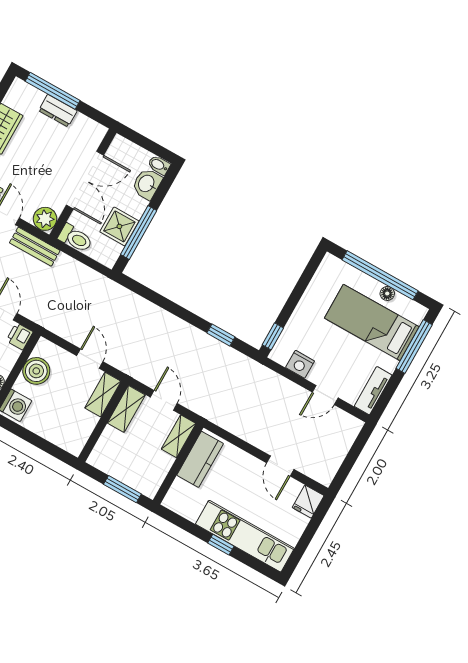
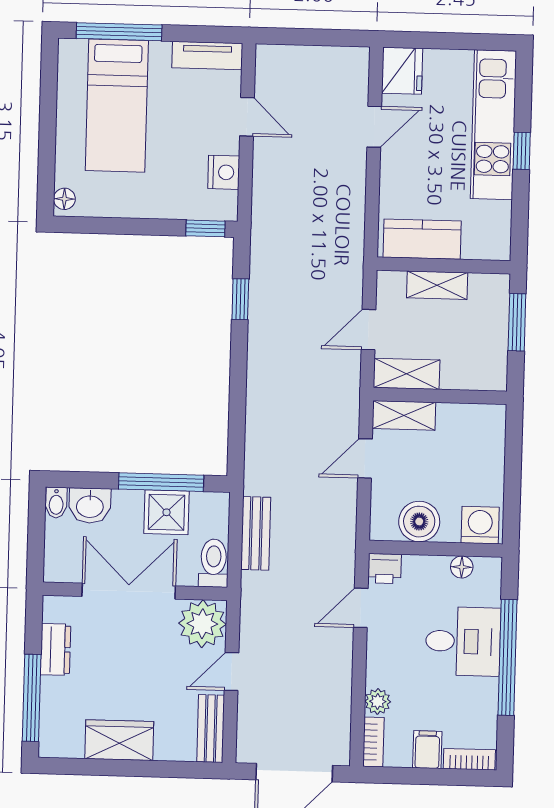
dresser: (58, 111) -> (55, 649), moved
plant: (45, 219) -> (202, 624), width x1.36, depth x1.36
bench: (35, 247) -> (256, 533), moved
window: (380, 275) -> (48, 128), removed
floor lamp: (387, 293) -> (64, 199), moved
shelving: (179, 436) -> (437, 285), moved
fridge: (308, 502) -> (402, 71), width x1.38

